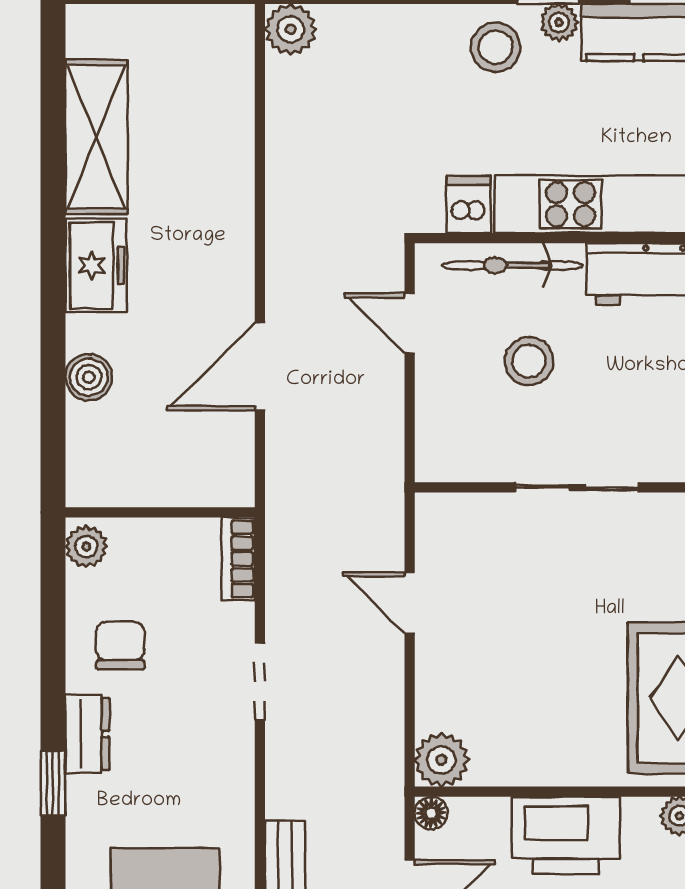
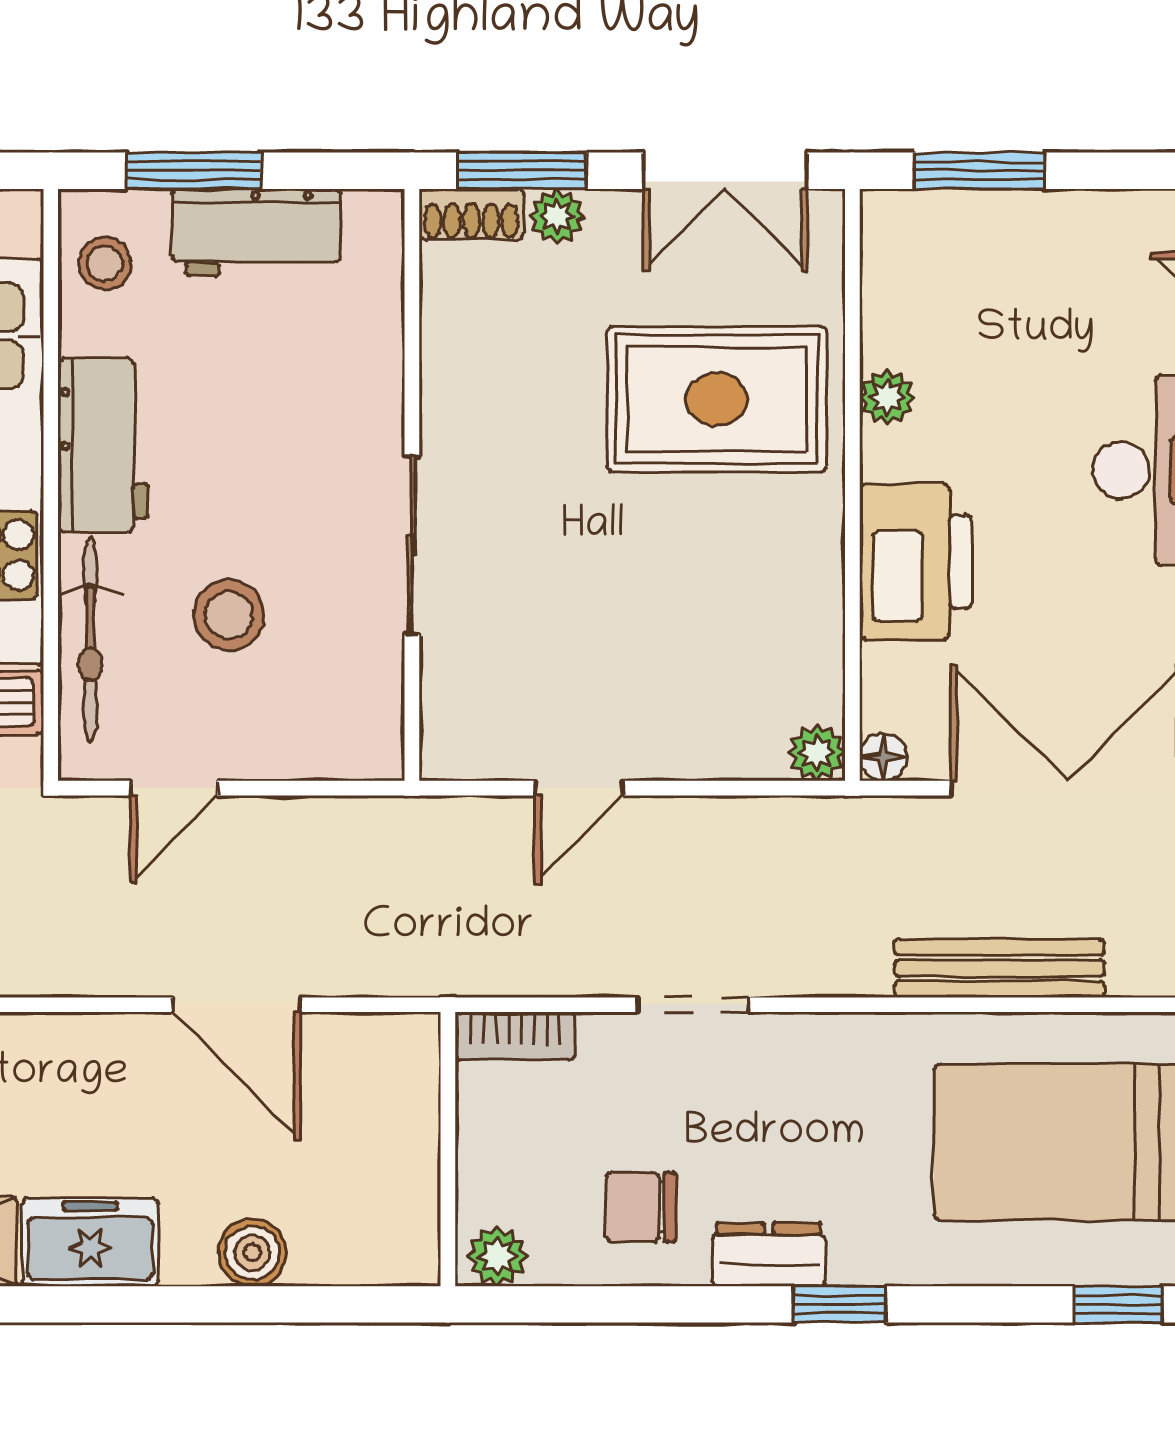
plant: (441, 760) -> (817, 753), width x0.73, depth x0.73

